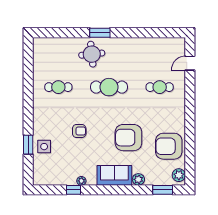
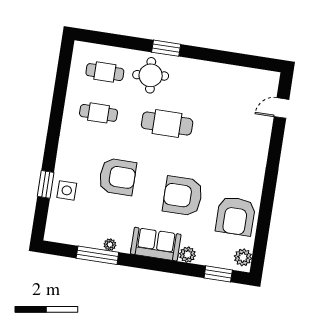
cafe table: (160, 87) -> (105, 72), moved
armchair: (79, 131) -> (117, 177), width x1.88, depth x1.88
armchair: (169, 146) -> (235, 216), turned -90
window: (73, 190) -> (97, 255), width x2.17

